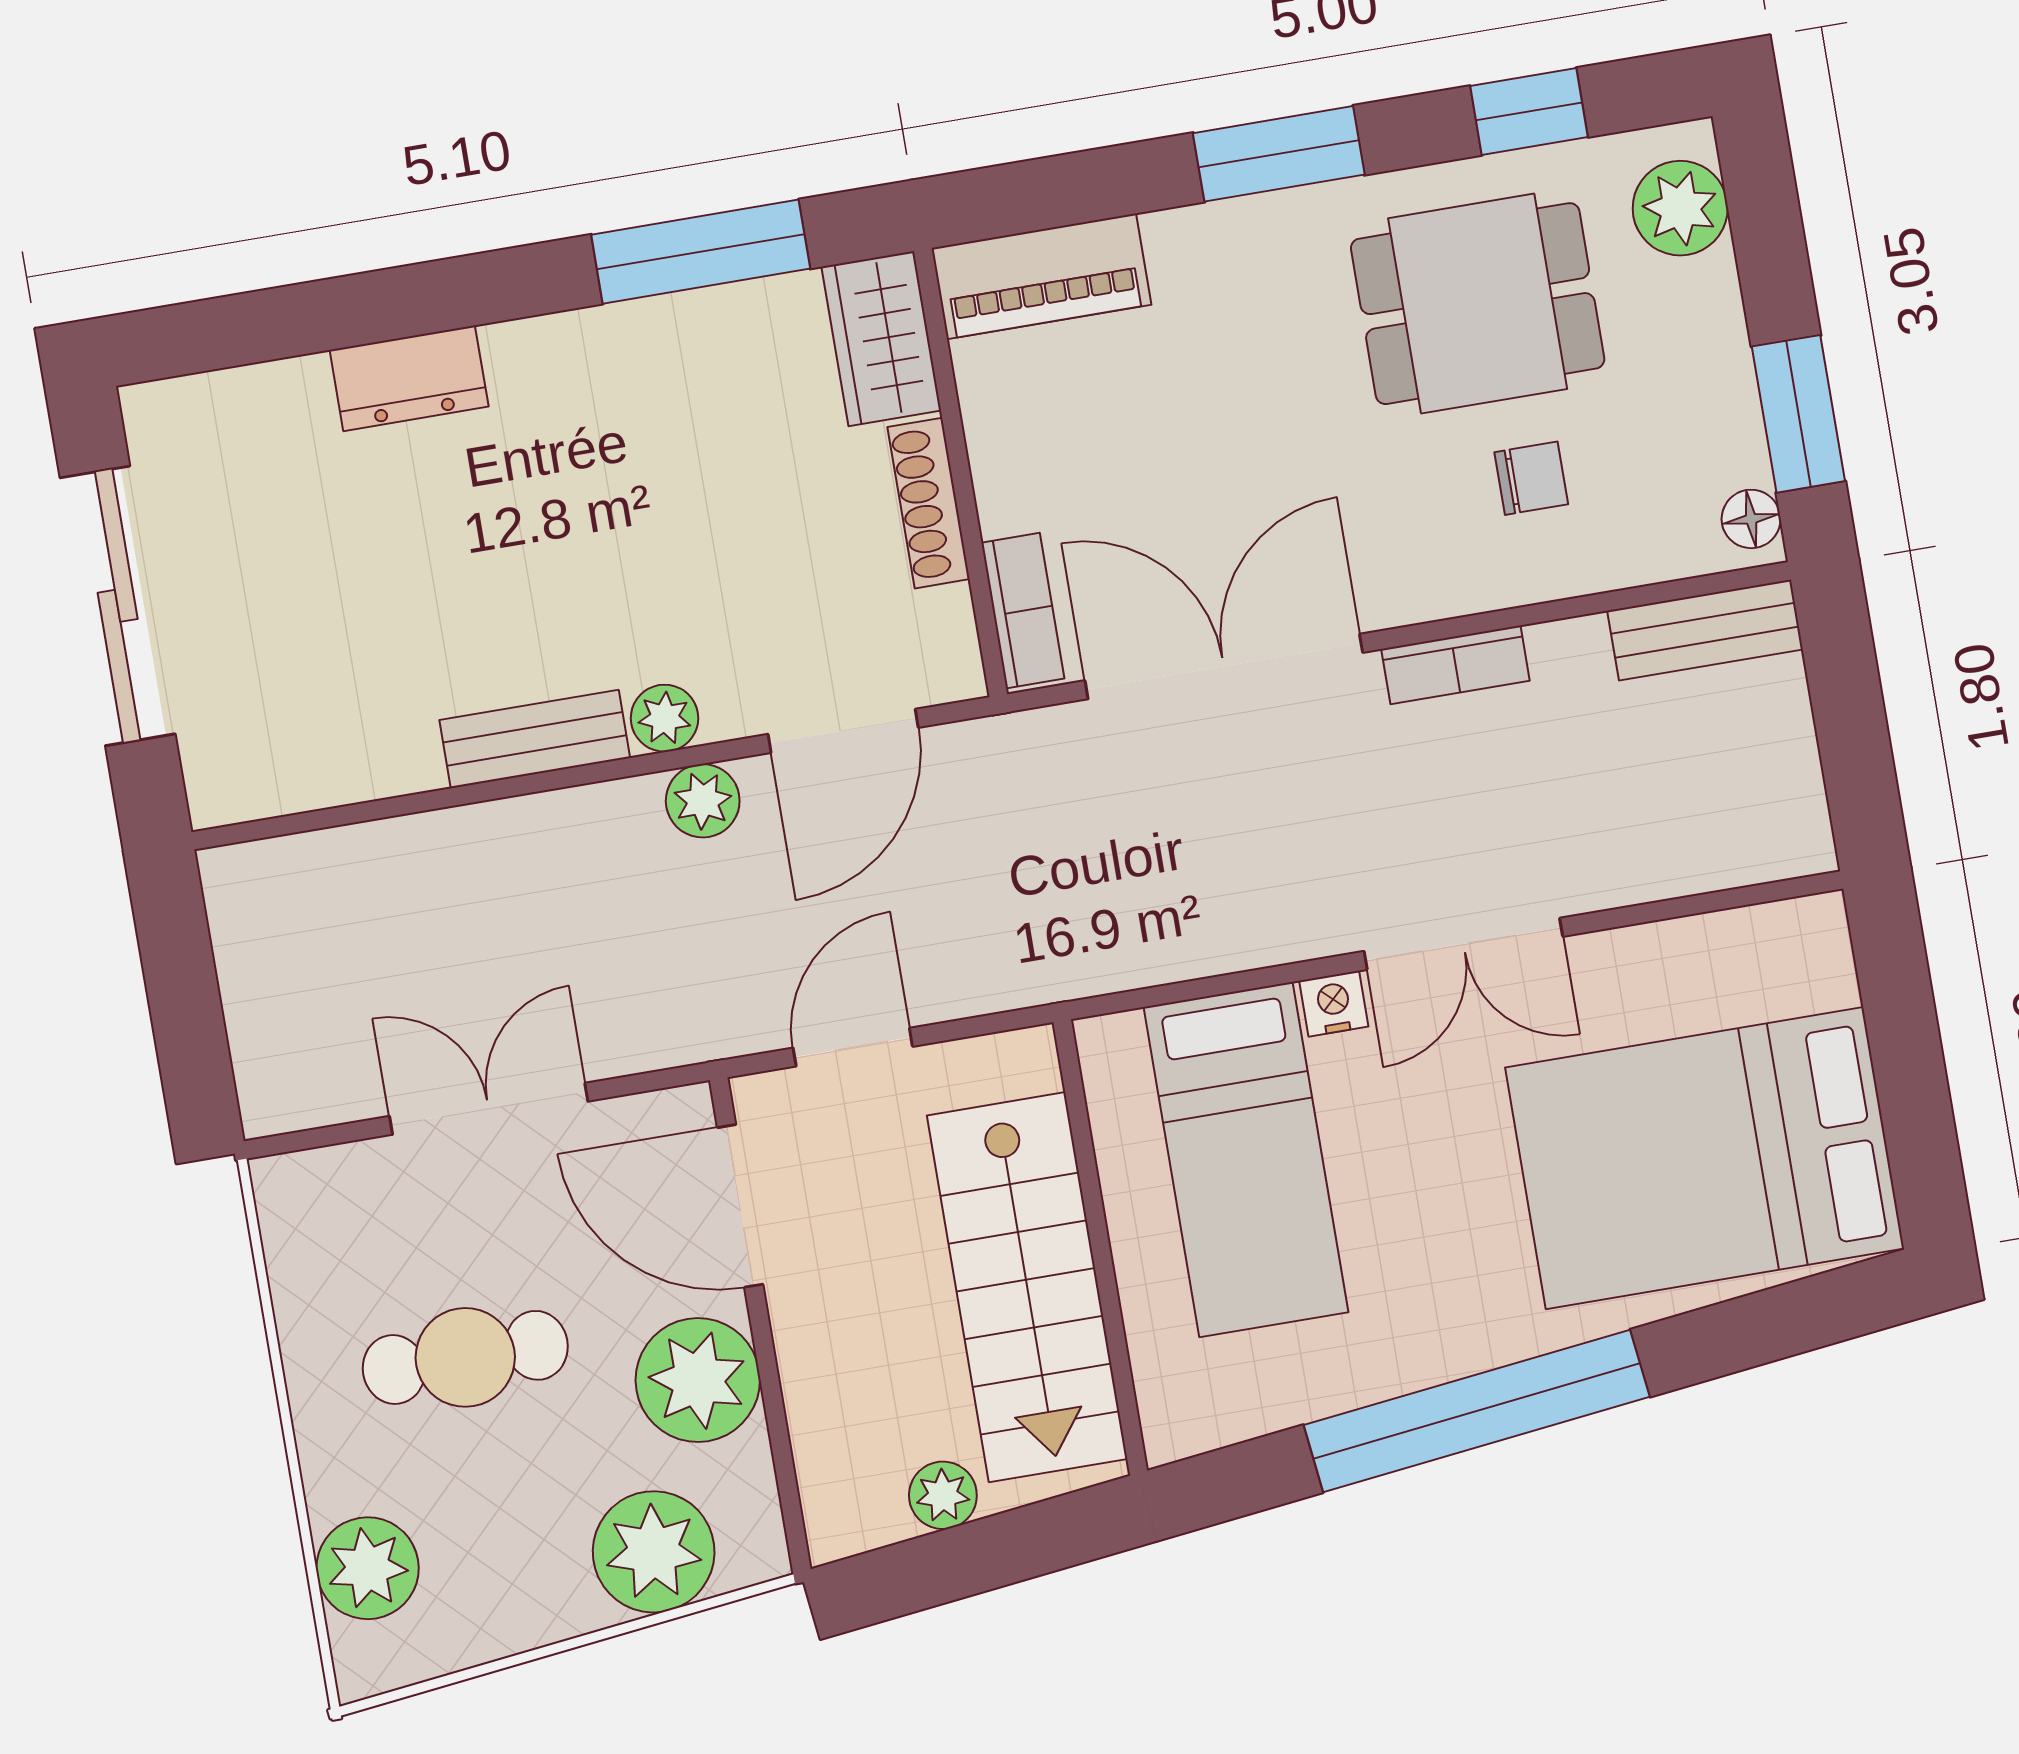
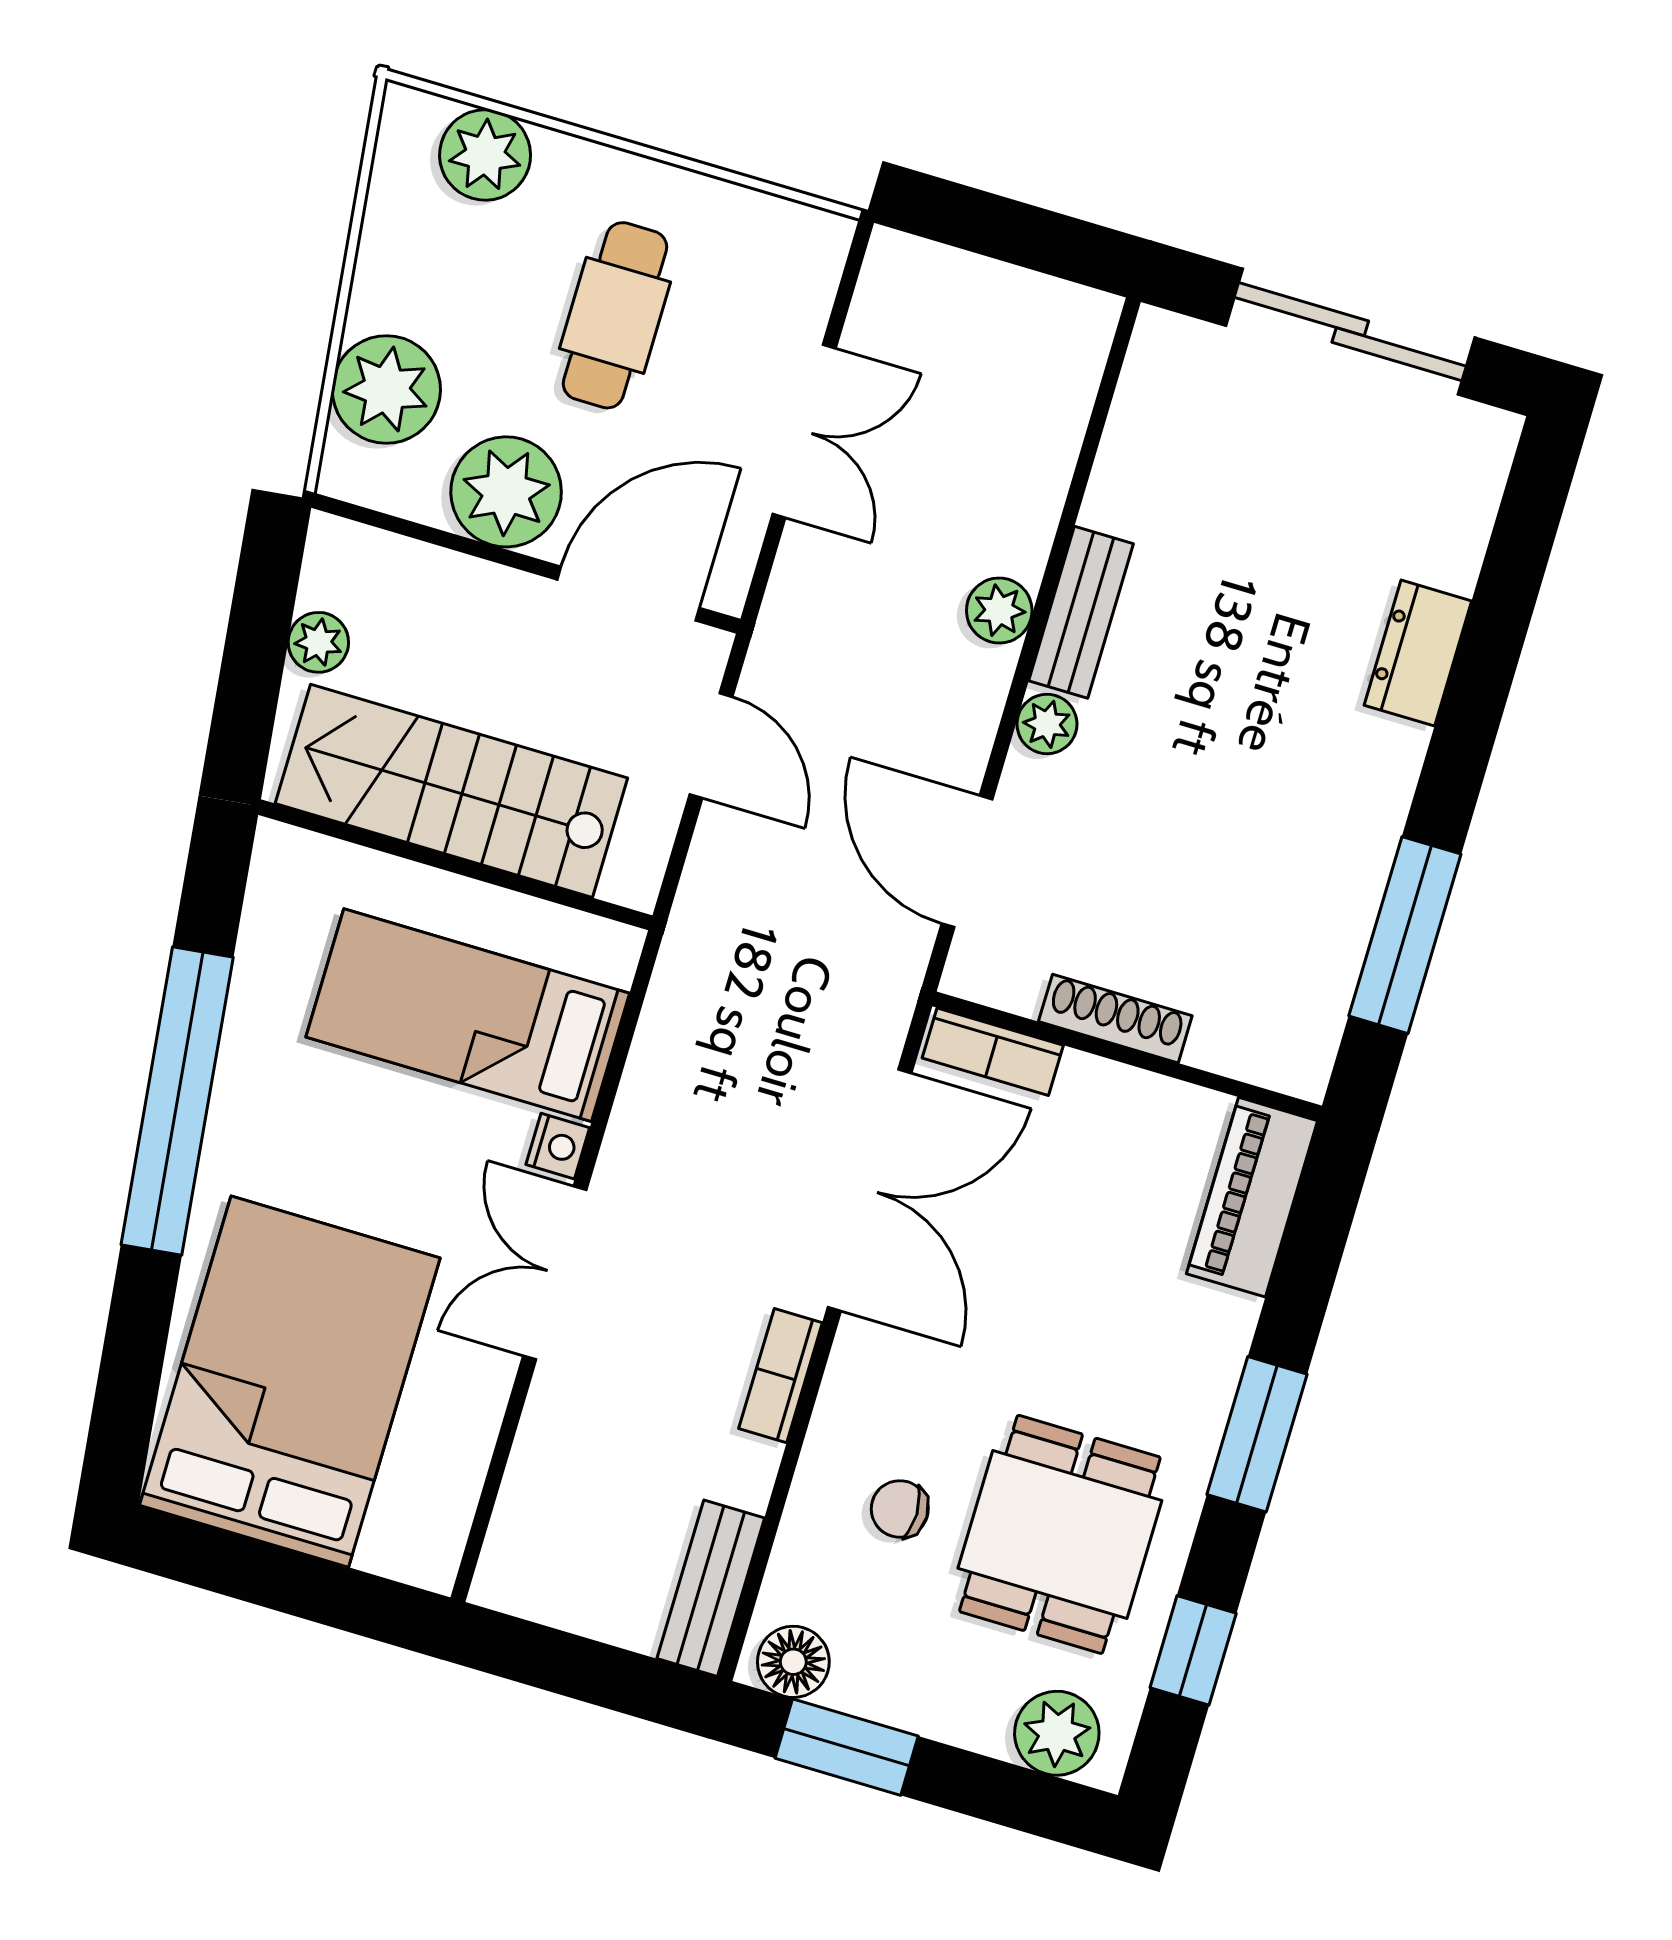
wardrobe: (881, 339) -> (1265, 1045), removed
chair: (1531, 478) -> (900, 1509), turned 90
floor lamp: (1751, 519) -> (793, 1662), width x1.37, depth x1.37
plant: (703, 801) -> (999, 610), moved

